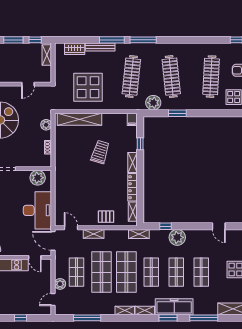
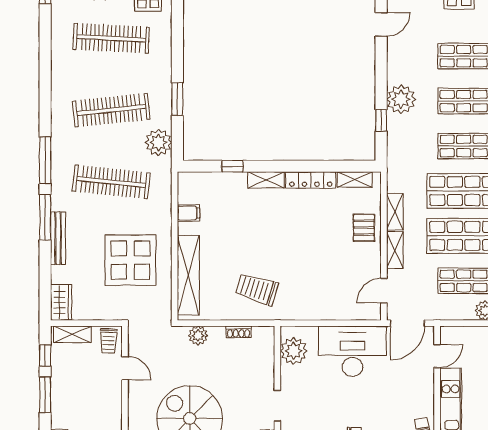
wardrobe: (75, 49) -> (61, 302), moved
trolley: (43, 75) -> (109, 341), added
filing cabinet: (132, 119) -> (188, 213), moved
trolley: (100, 152) -> (257, 289), moved
shelving: (139, 234) -> (395, 212), moved

